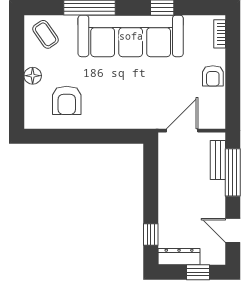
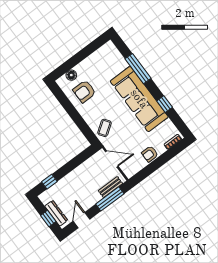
coffee table: (46, 34) -> (104, 128), moved
floor lamp: (33, 76) -> (71, 75), moved
dresser: (179, 257) -> (56, 213), moved

